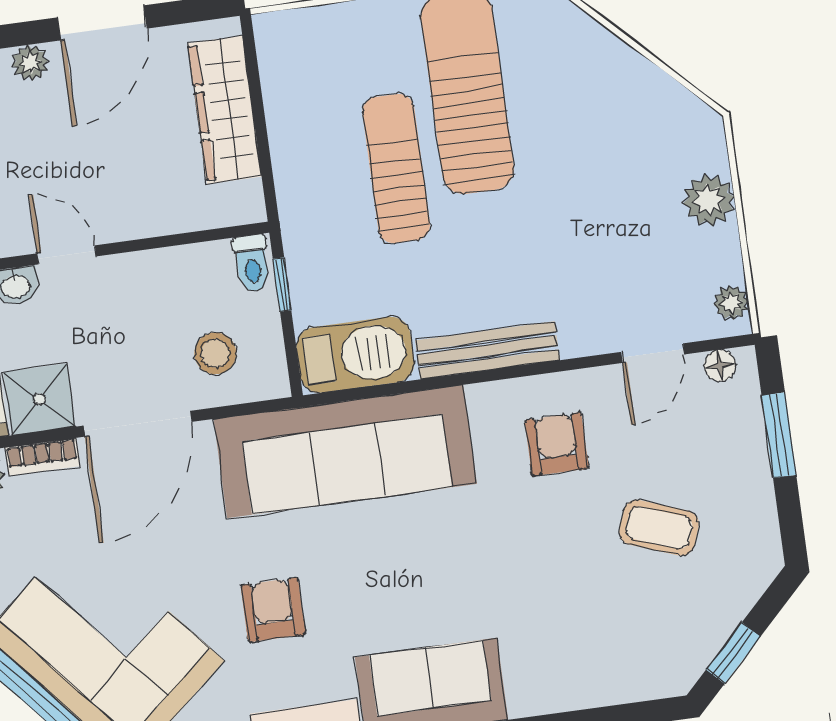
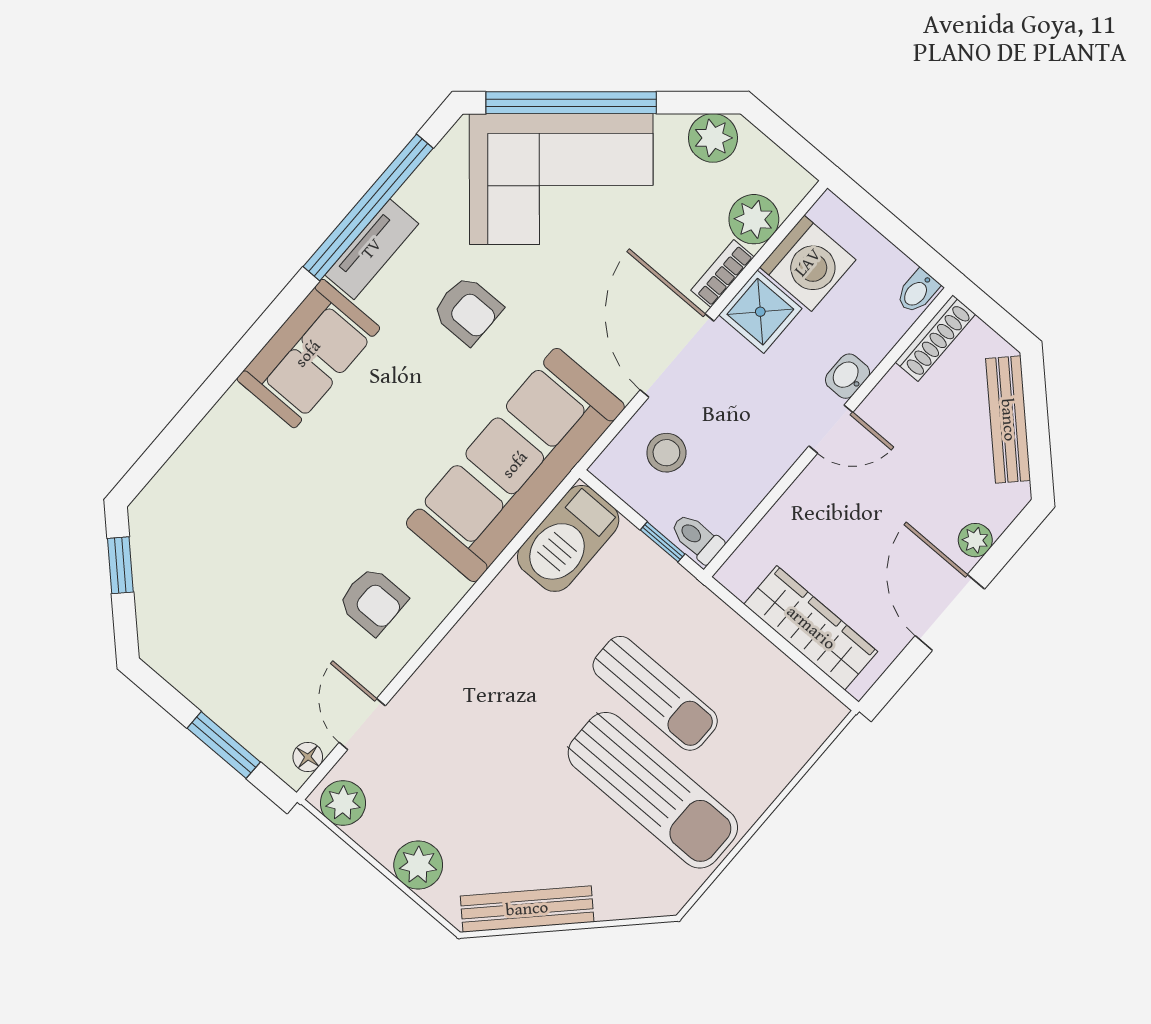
plant: (731, 303) -> (343, 803), width x1.38, depth x1.38
bench: (487, 350) -> (527, 909), moved, turned 45
coffee table: (659, 528) -> (250, 606), removed

